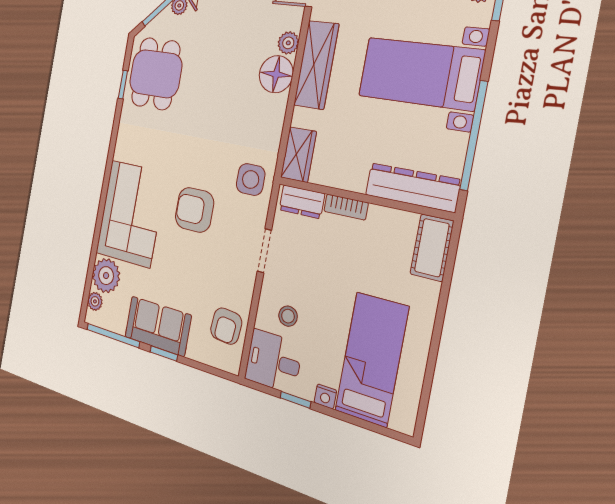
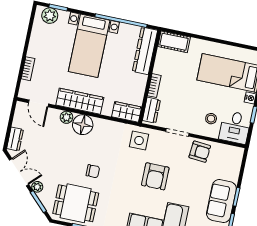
chair: (202, 99) -> (93, 171), added
armchair: (226, 326) -> (200, 152), moved

